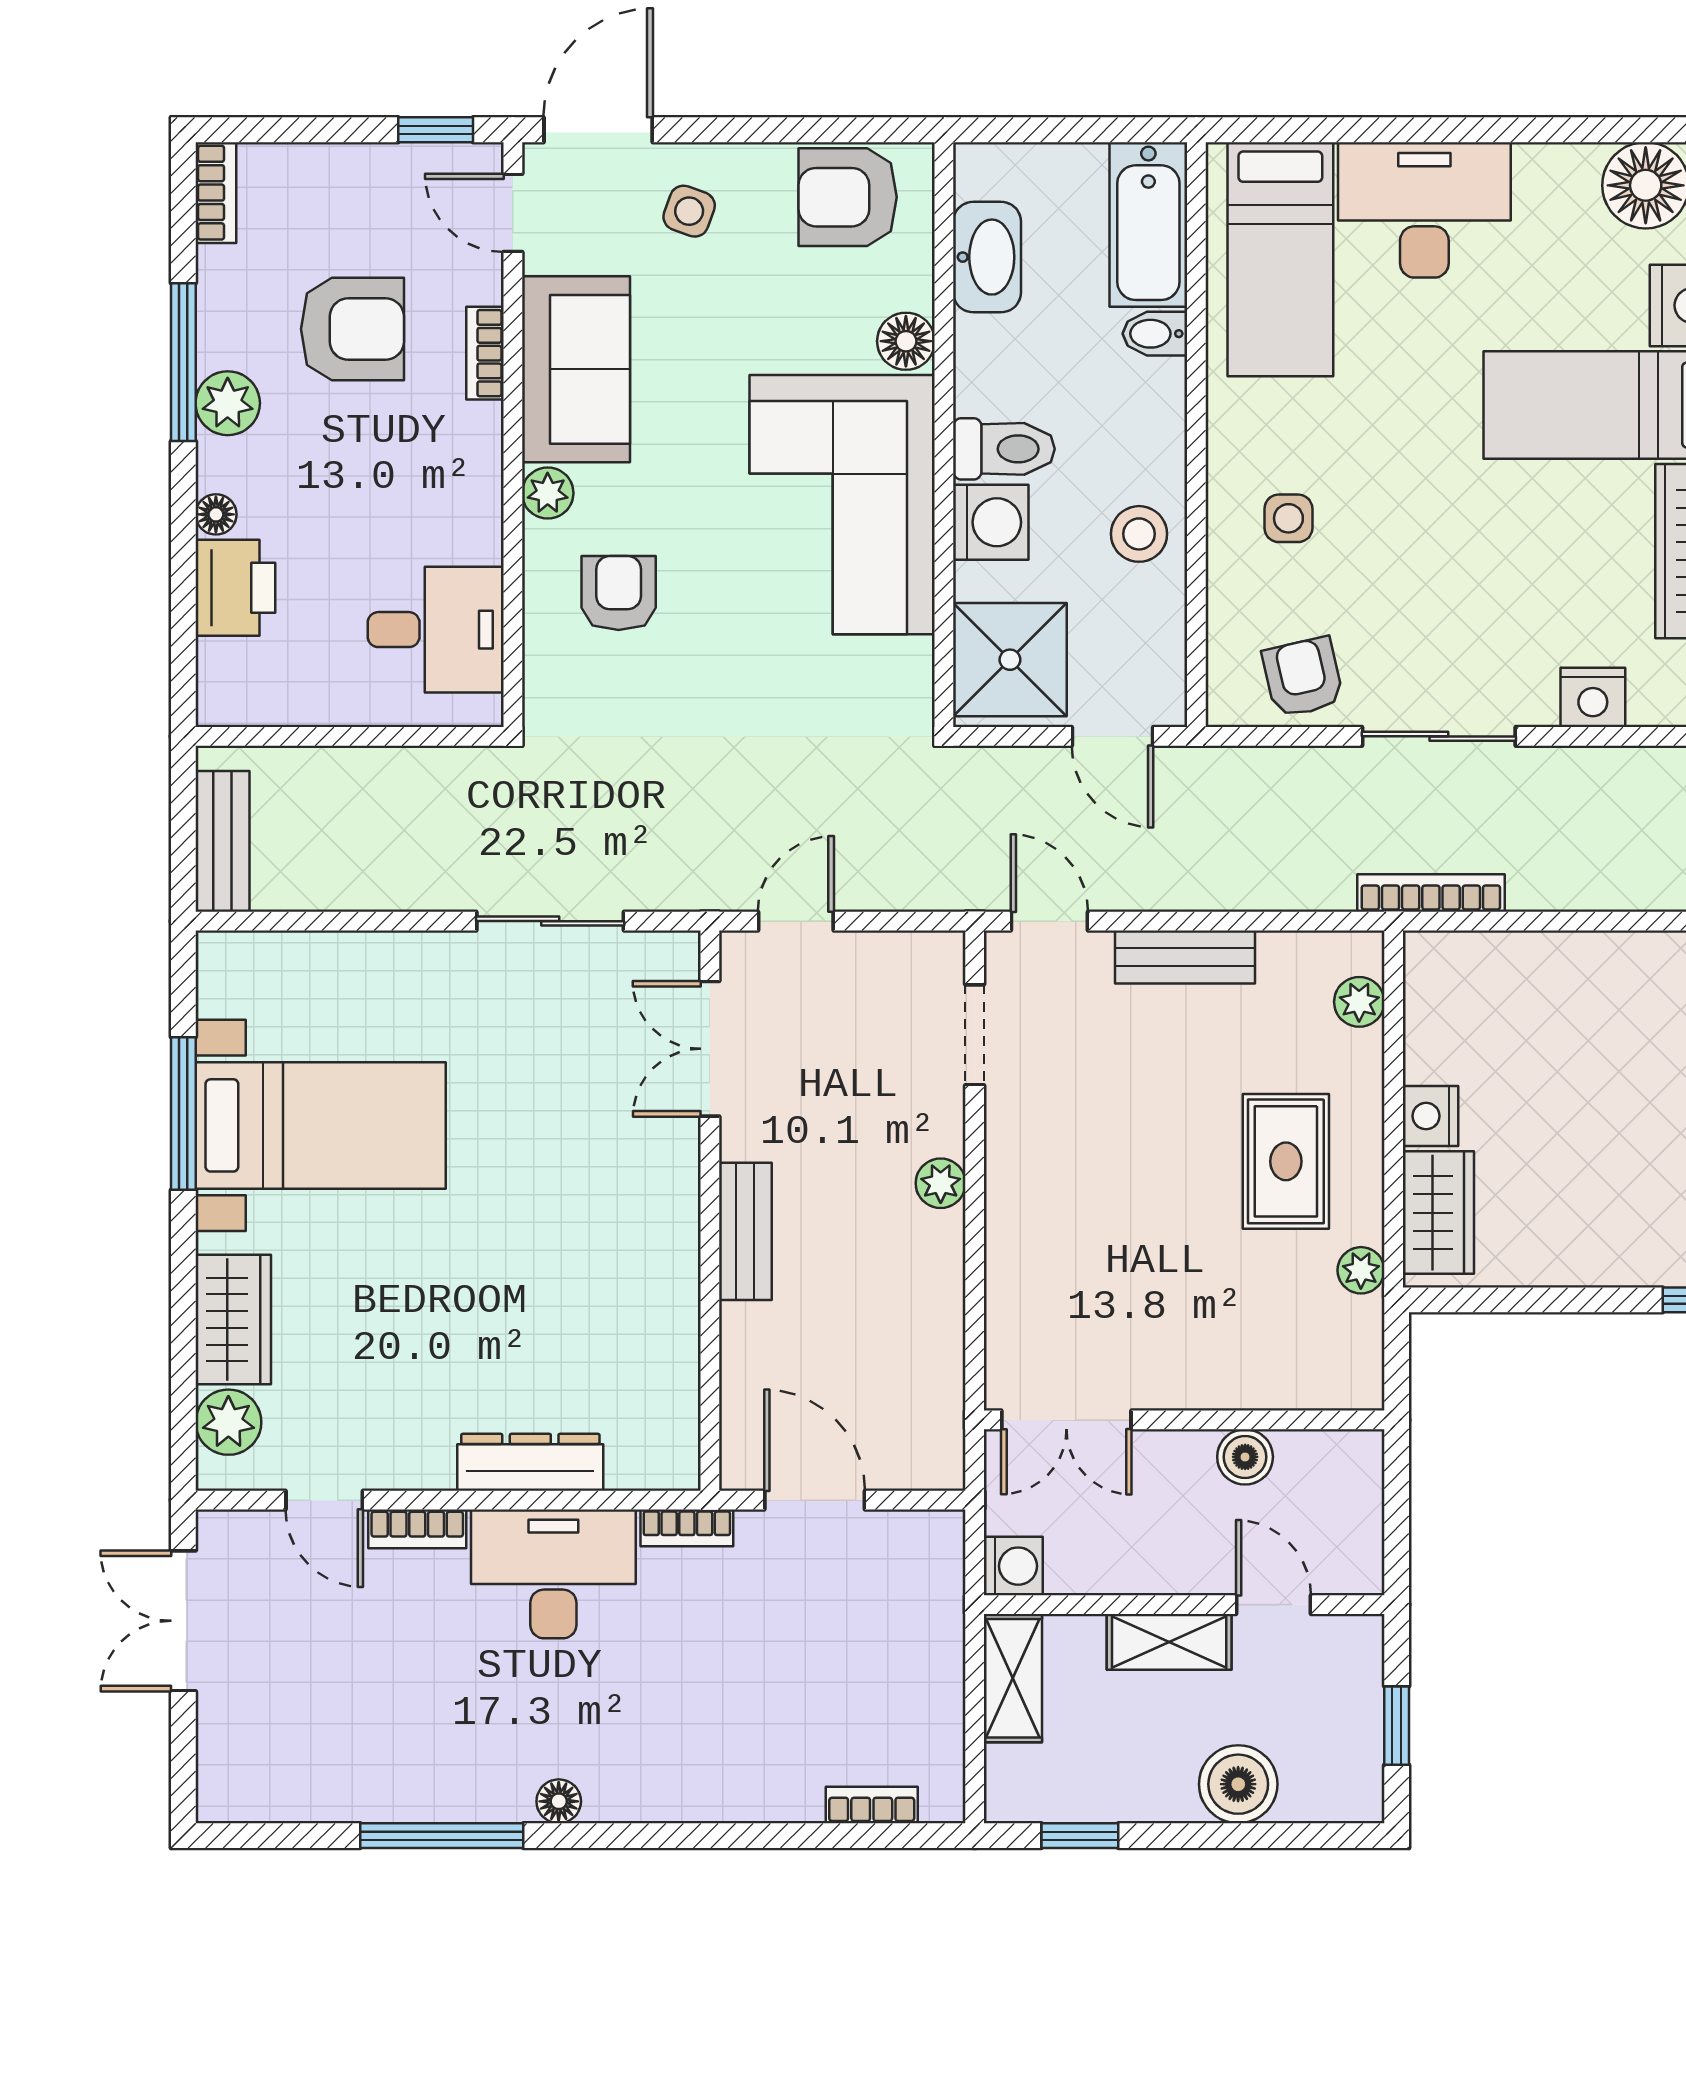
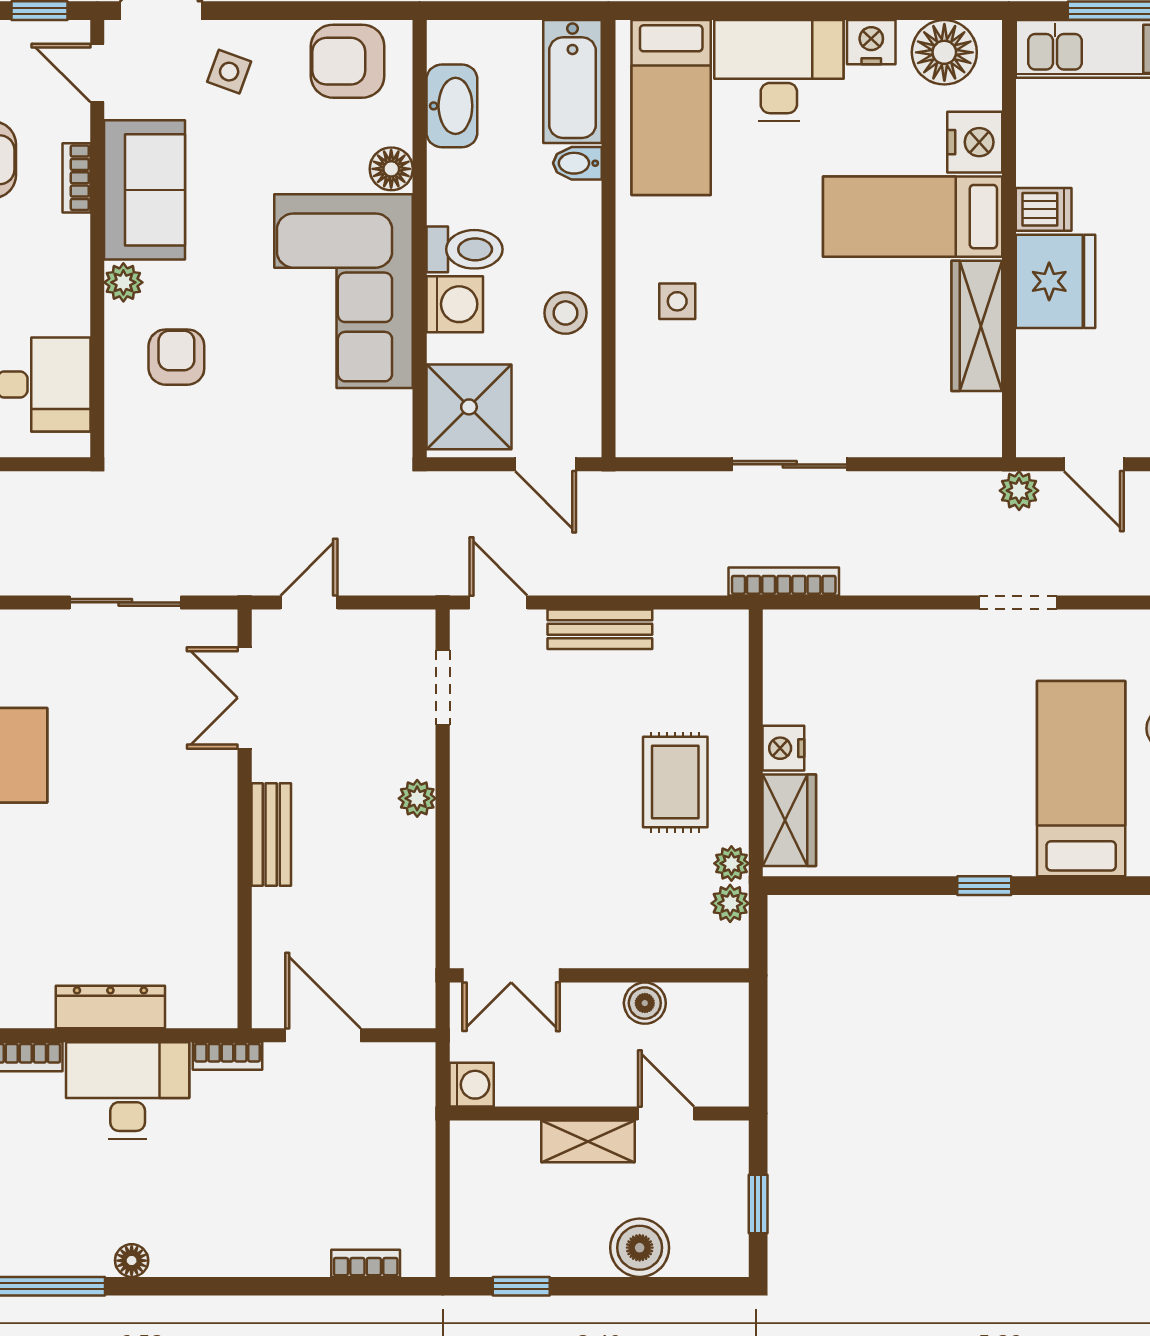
armchair: (1303, 677) -> (688, 420), removed
nightstand: (1593, 697) -> (871, 42), moved, turned 180
plant: (1359, 1002) -> (730, 903), moved
shelving: (1013, 1678) -> (471, 1168), removed

